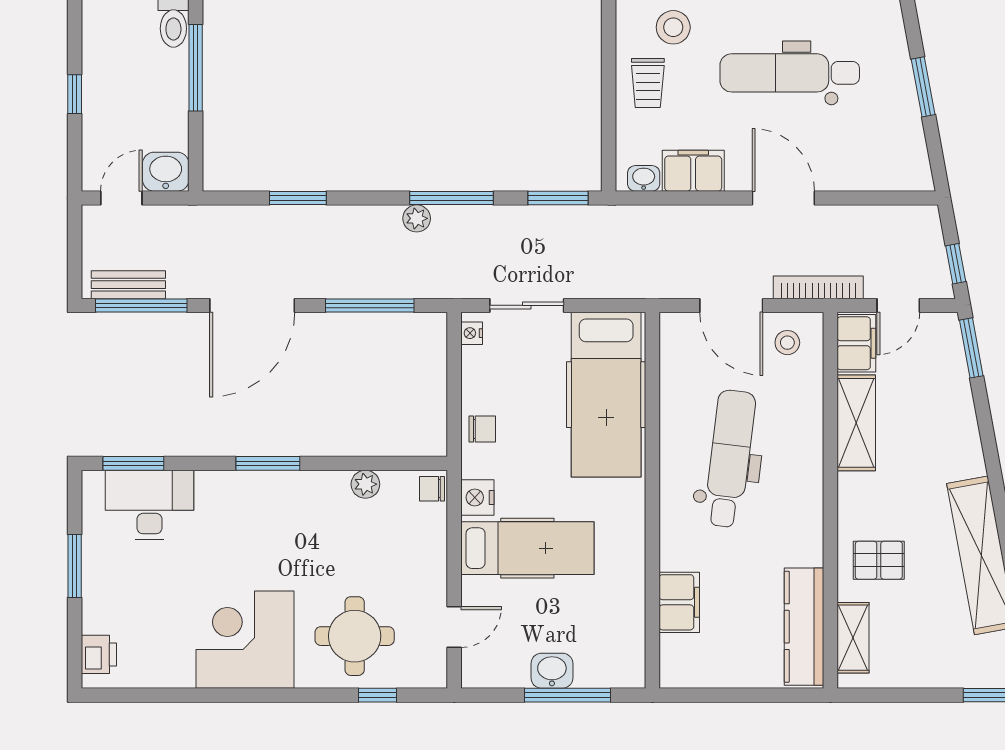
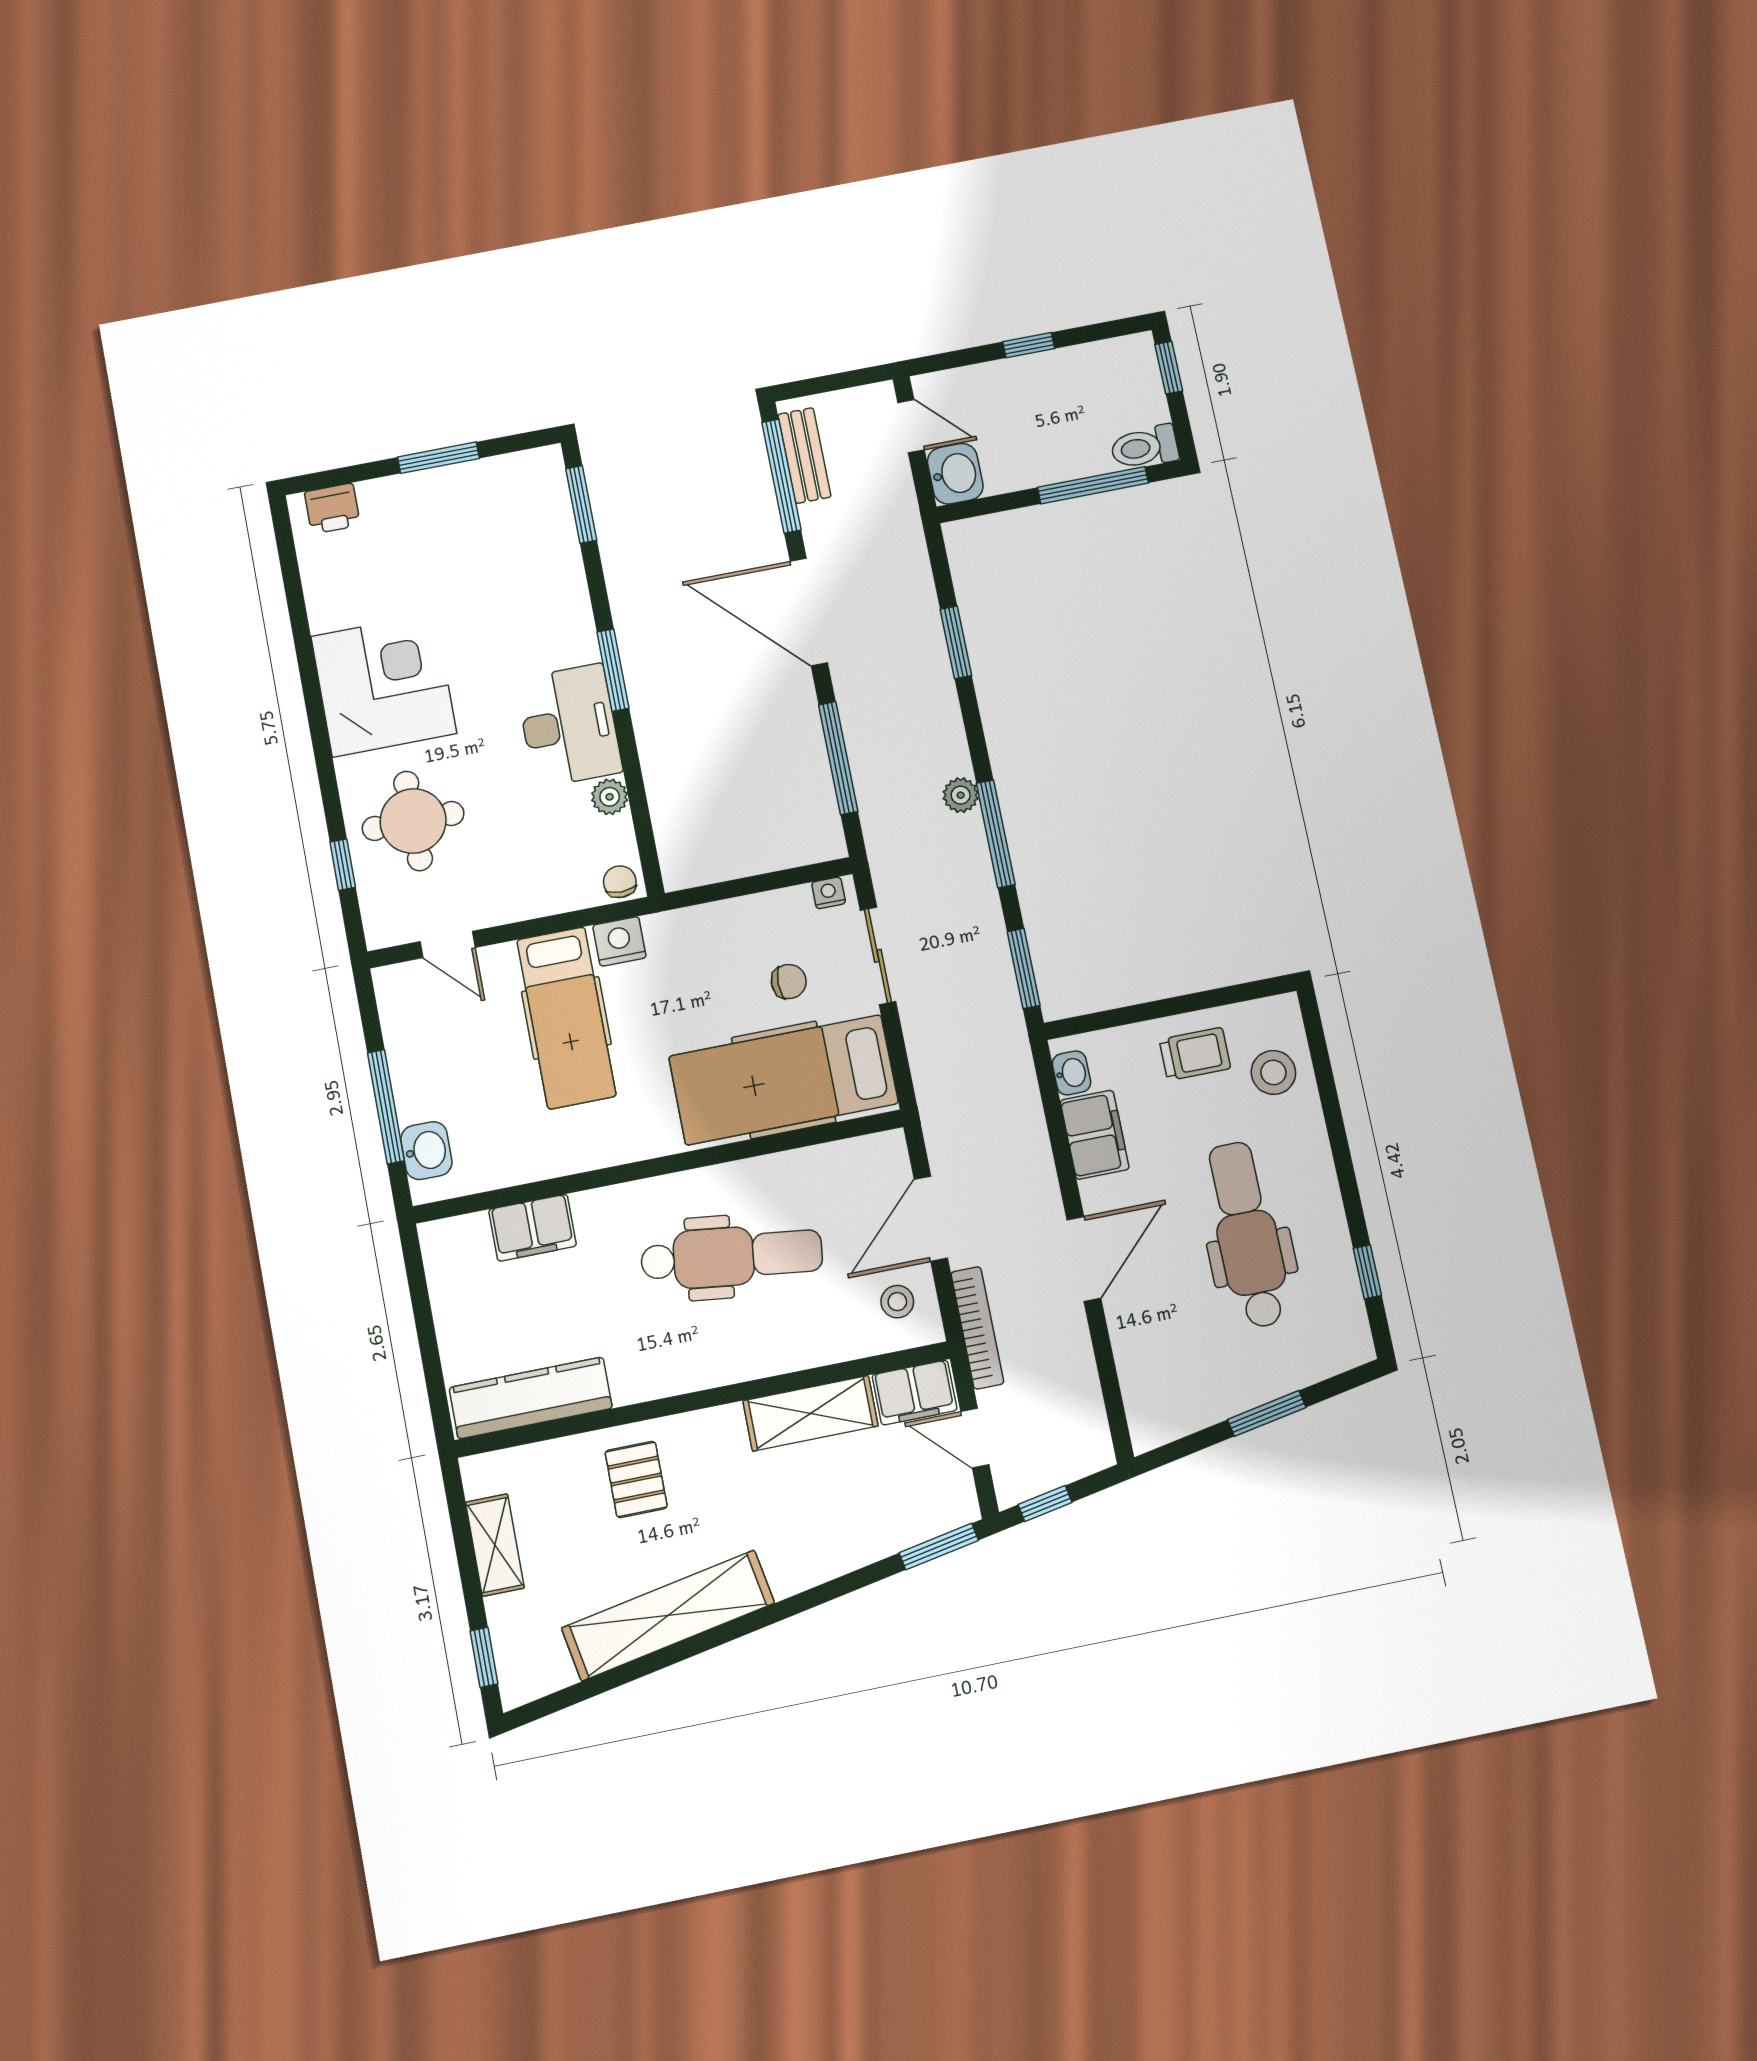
trolley: (648, 83) -> (1195, 1054), turned 180
chair: (482, 429) -> (789, 982), moved, turned -90
desk: (149, 505) -> (569, 726), moved
shelving: (853, 638) -> (495, 1545), moved, turned 90
washbasin: (552, 671) -> (426, 1151), moved

